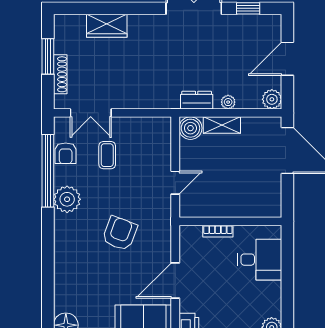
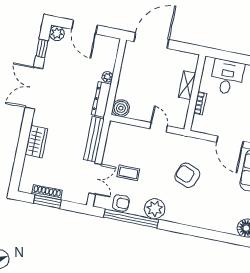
wardrobe: (107, 26) -> (36, 142), moved
shoe rack: (60, 74) -> (47, 192), moved
plant: (272, 99) -> (57, 33), moved
dresser: (197, 100) -> (101, 100), width x1.44
bench: (142, 101) -> (94, 139), added
shelving: (222, 125) -> (187, 85), moved

